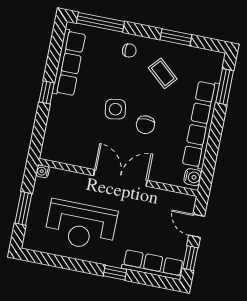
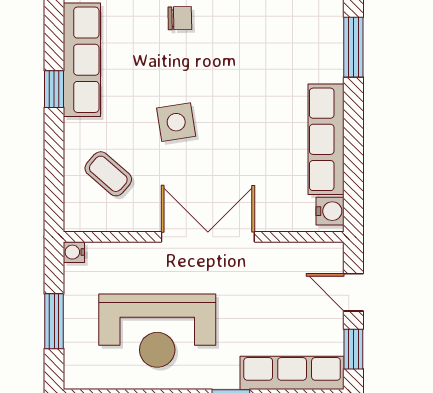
coffee table: (163, 73) -> (108, 174), moved
window: (47, 92) -> (54, 89), moved
row of seats: (201, 124) -> (326, 139), width x0.73
chair: (145, 125) -> (232, 138), removed

